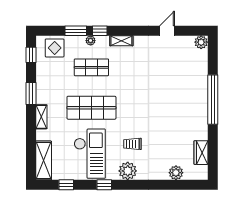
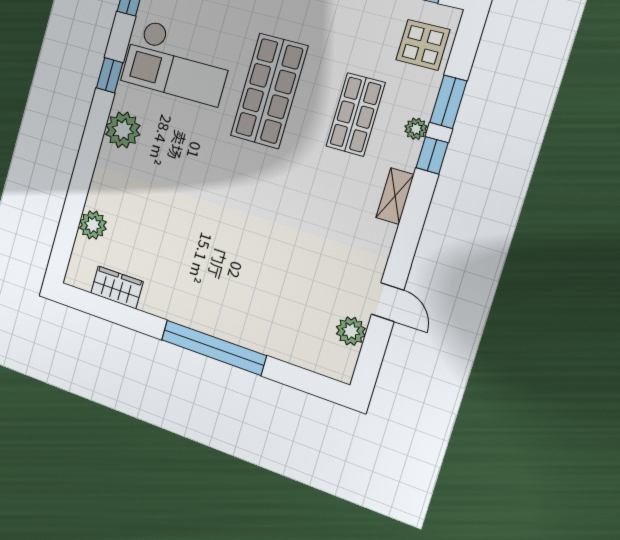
plant: (201, 42) -> (351, 331), moved
trolley: (133, 144) -> (172, 155), removed

